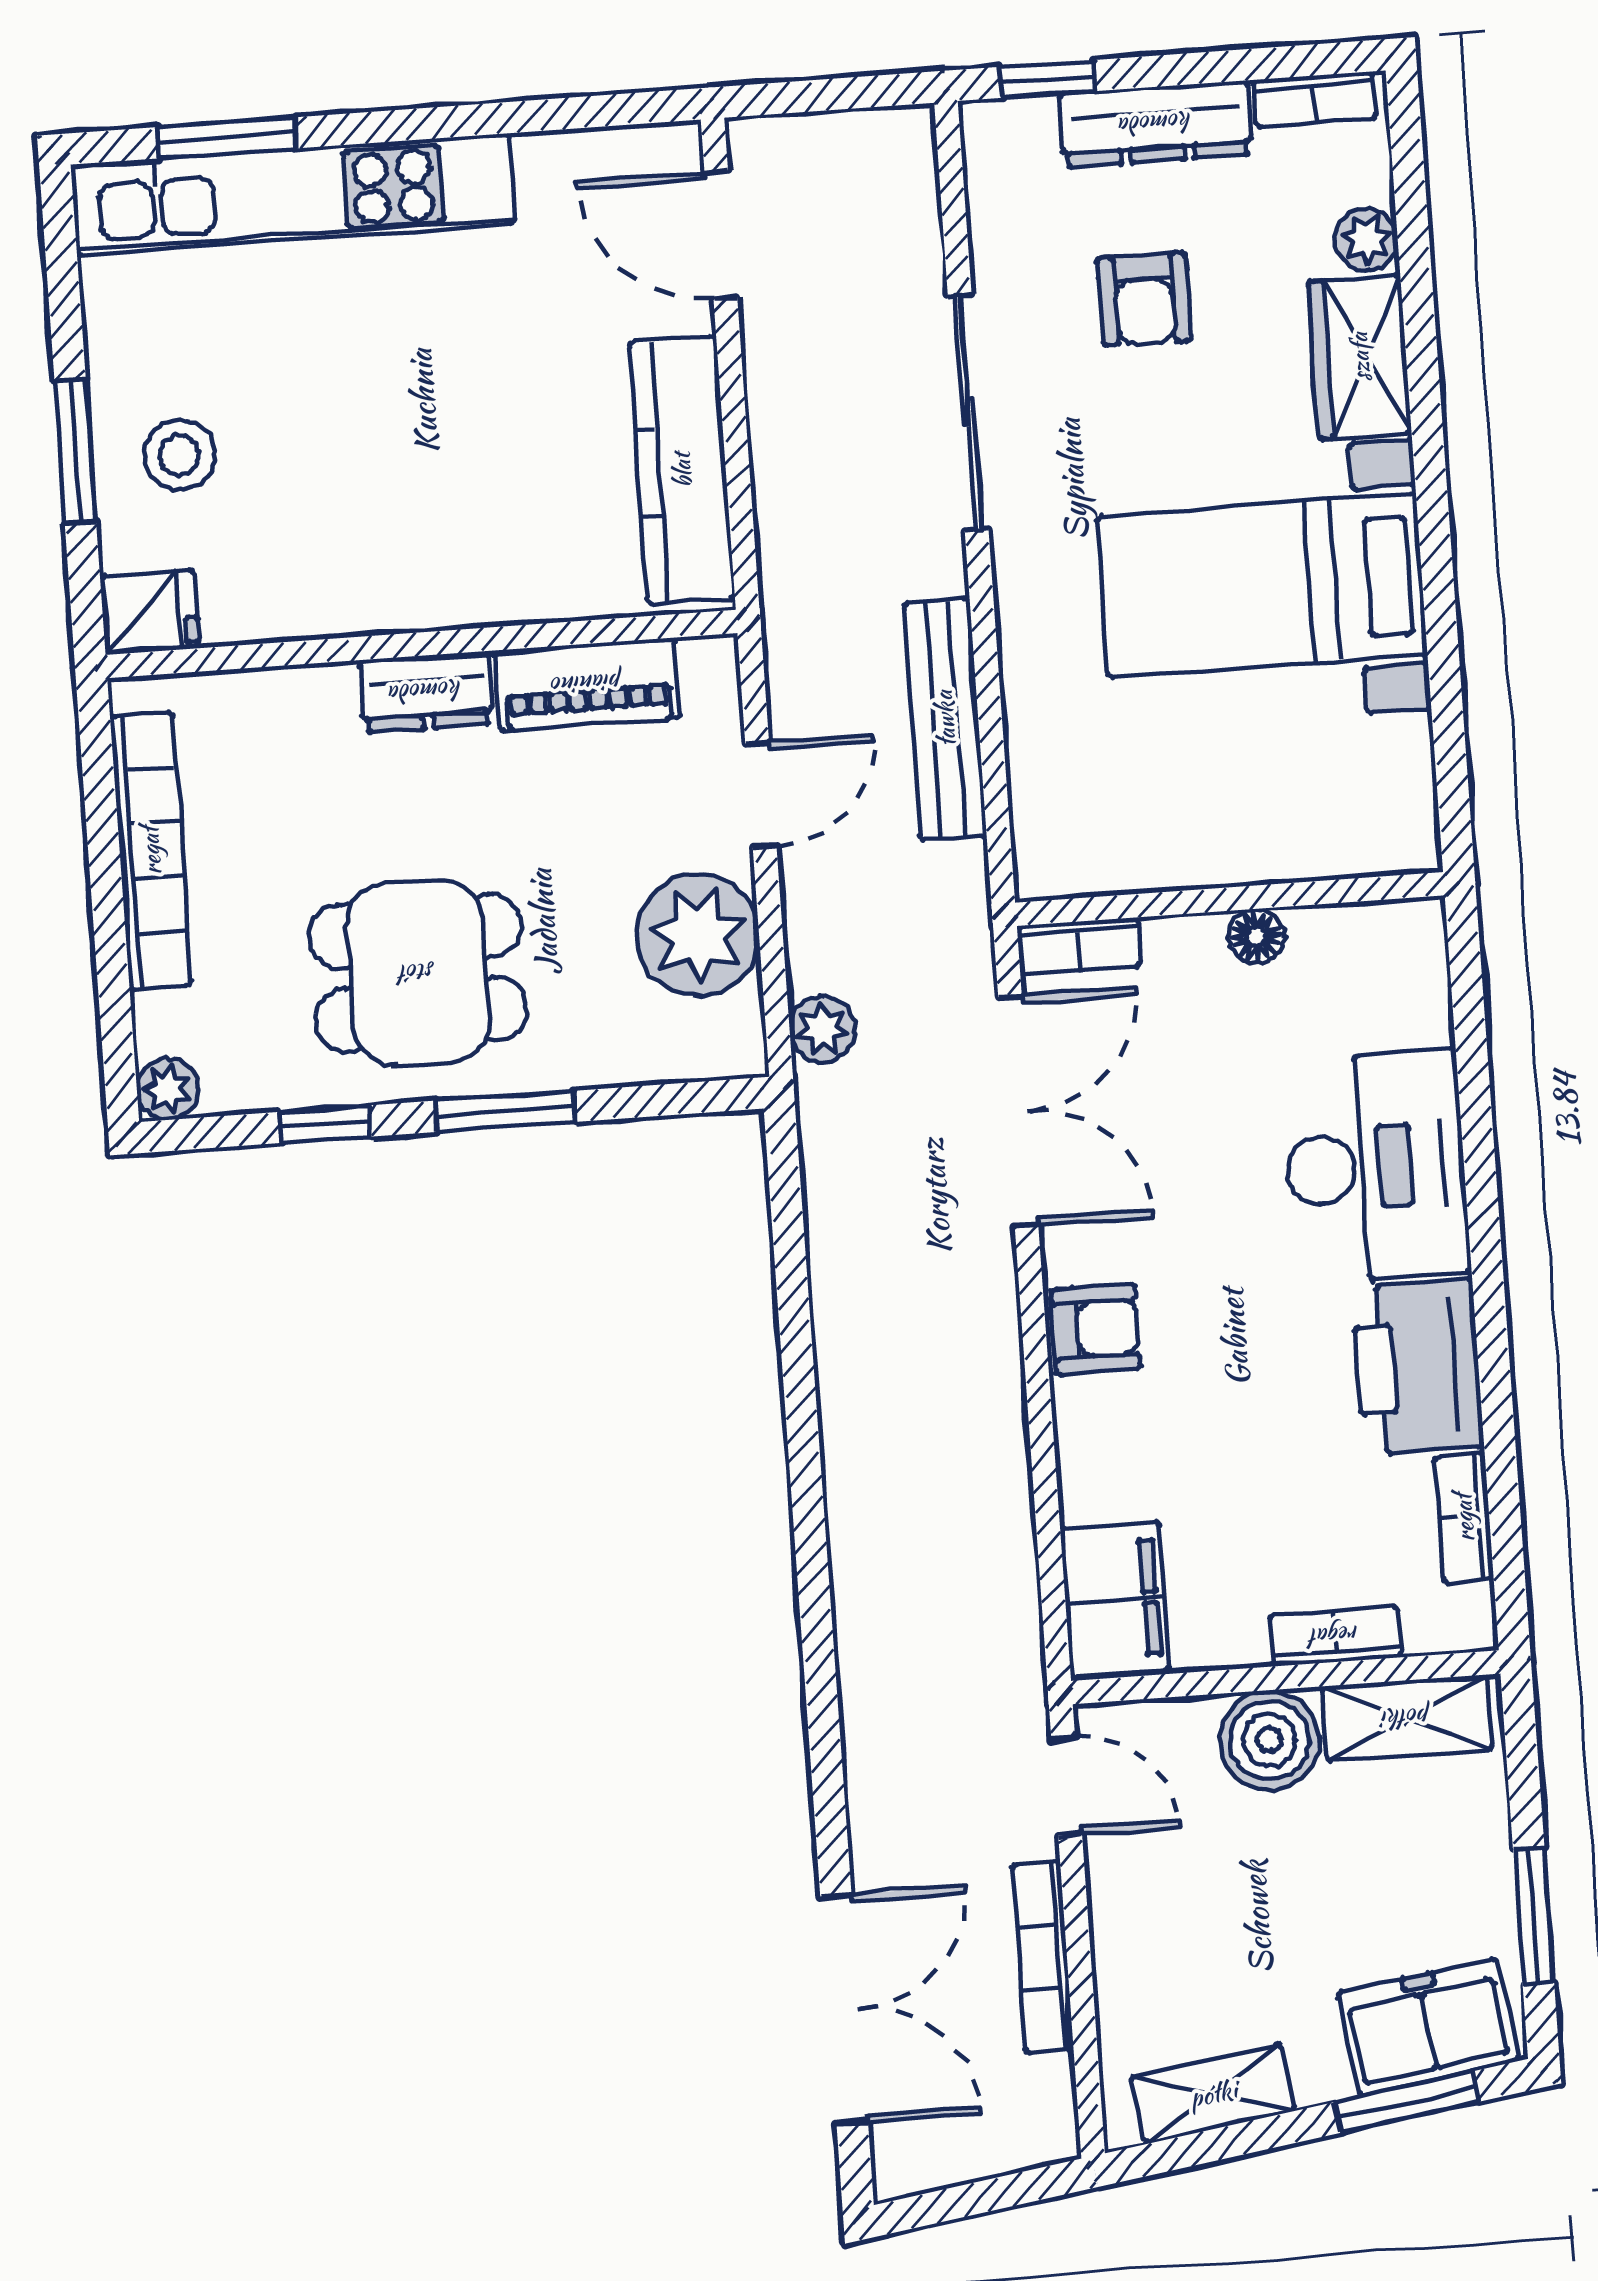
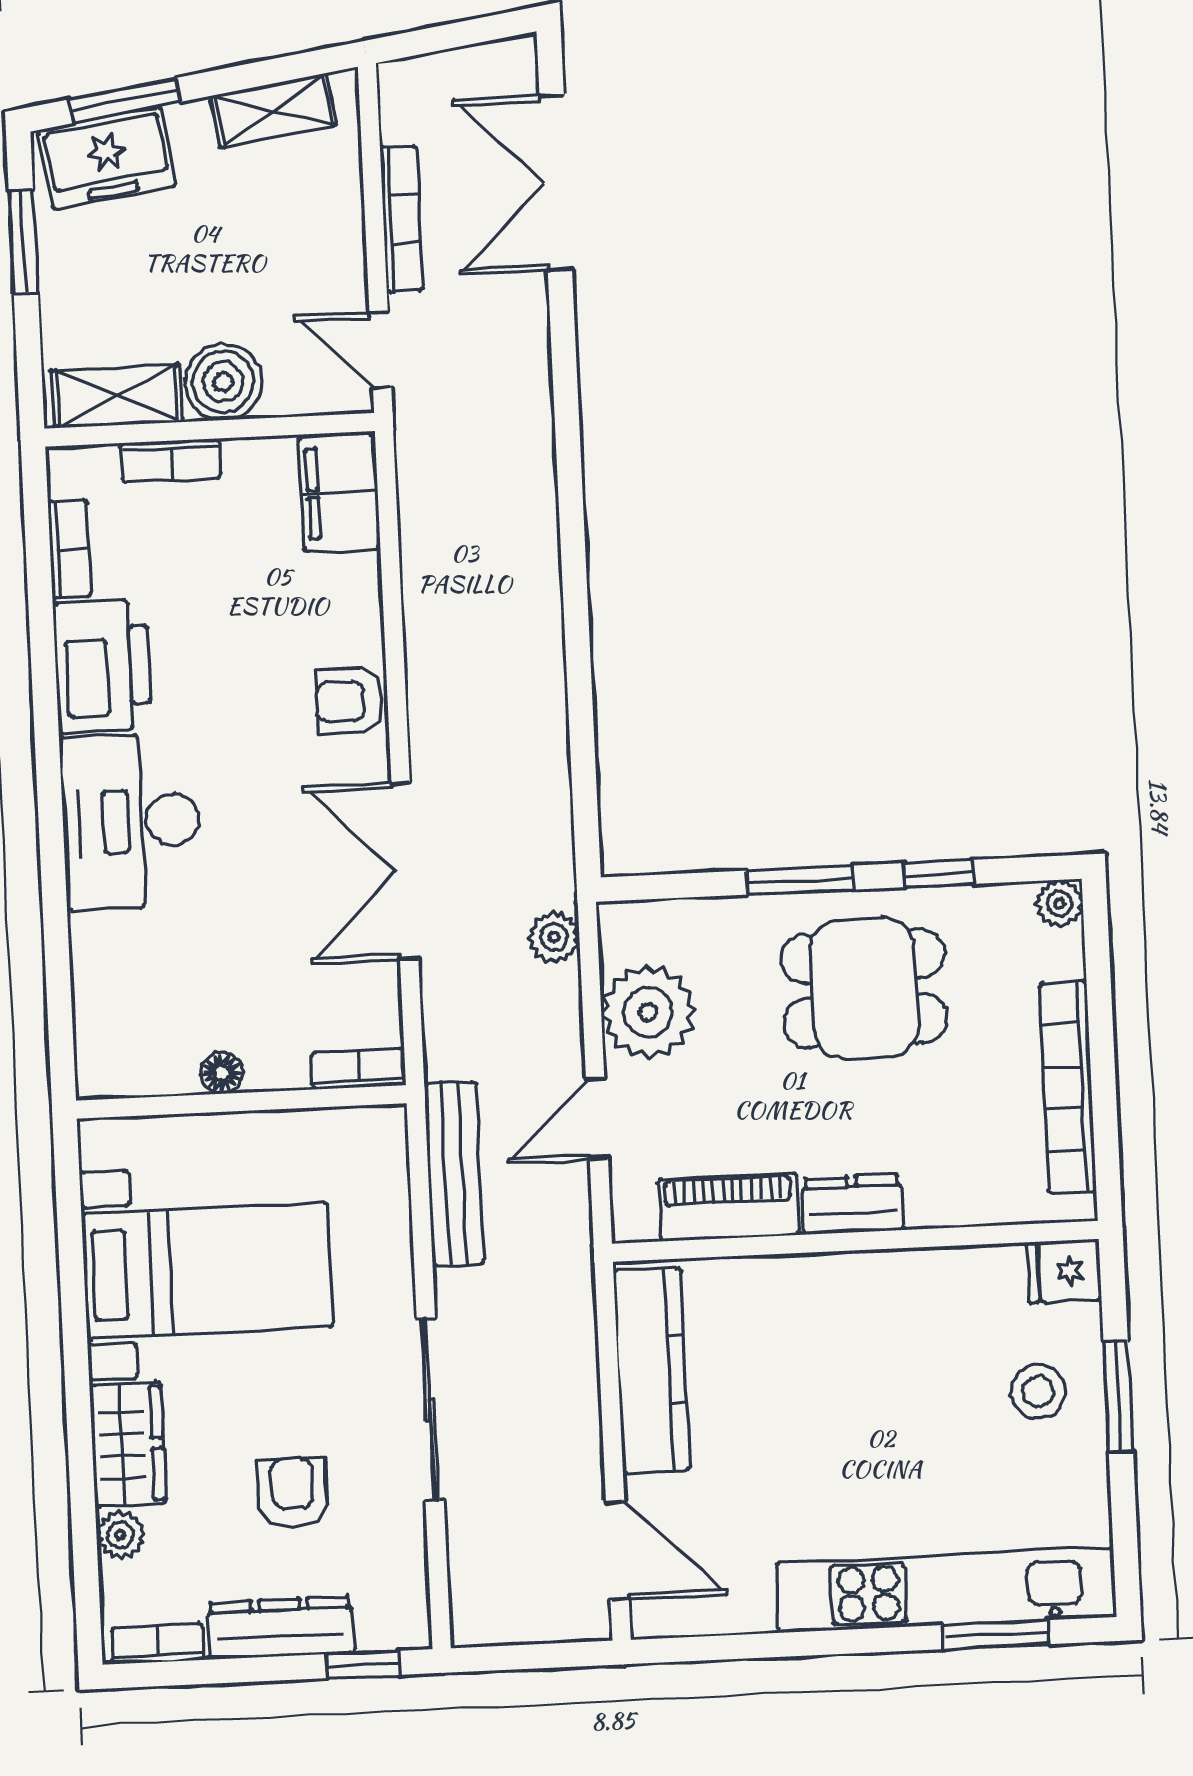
wall: (1230, 899) -> (241, 1102), moved
floor lamp: (1256, 936) -> (222, 1073), moved
bookcase: (1079, 946) -> (358, 1069), moved

